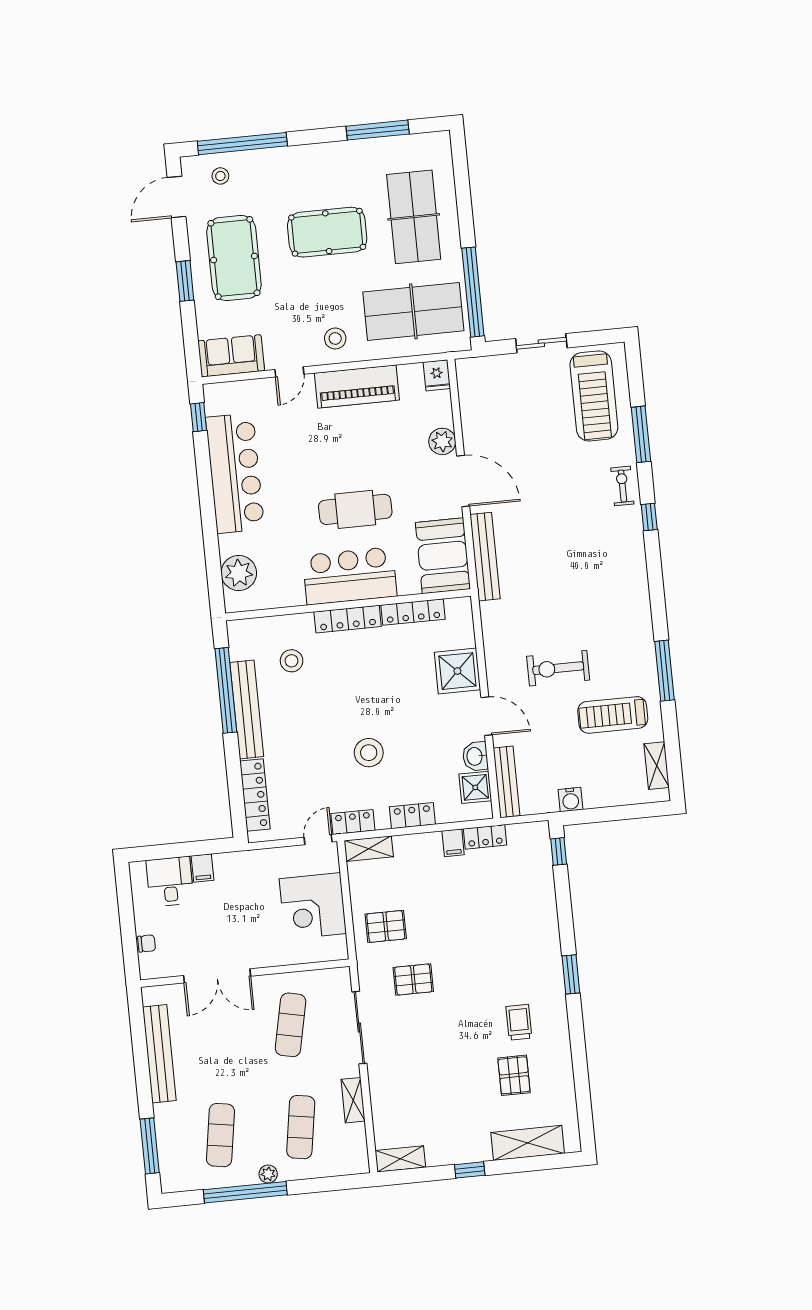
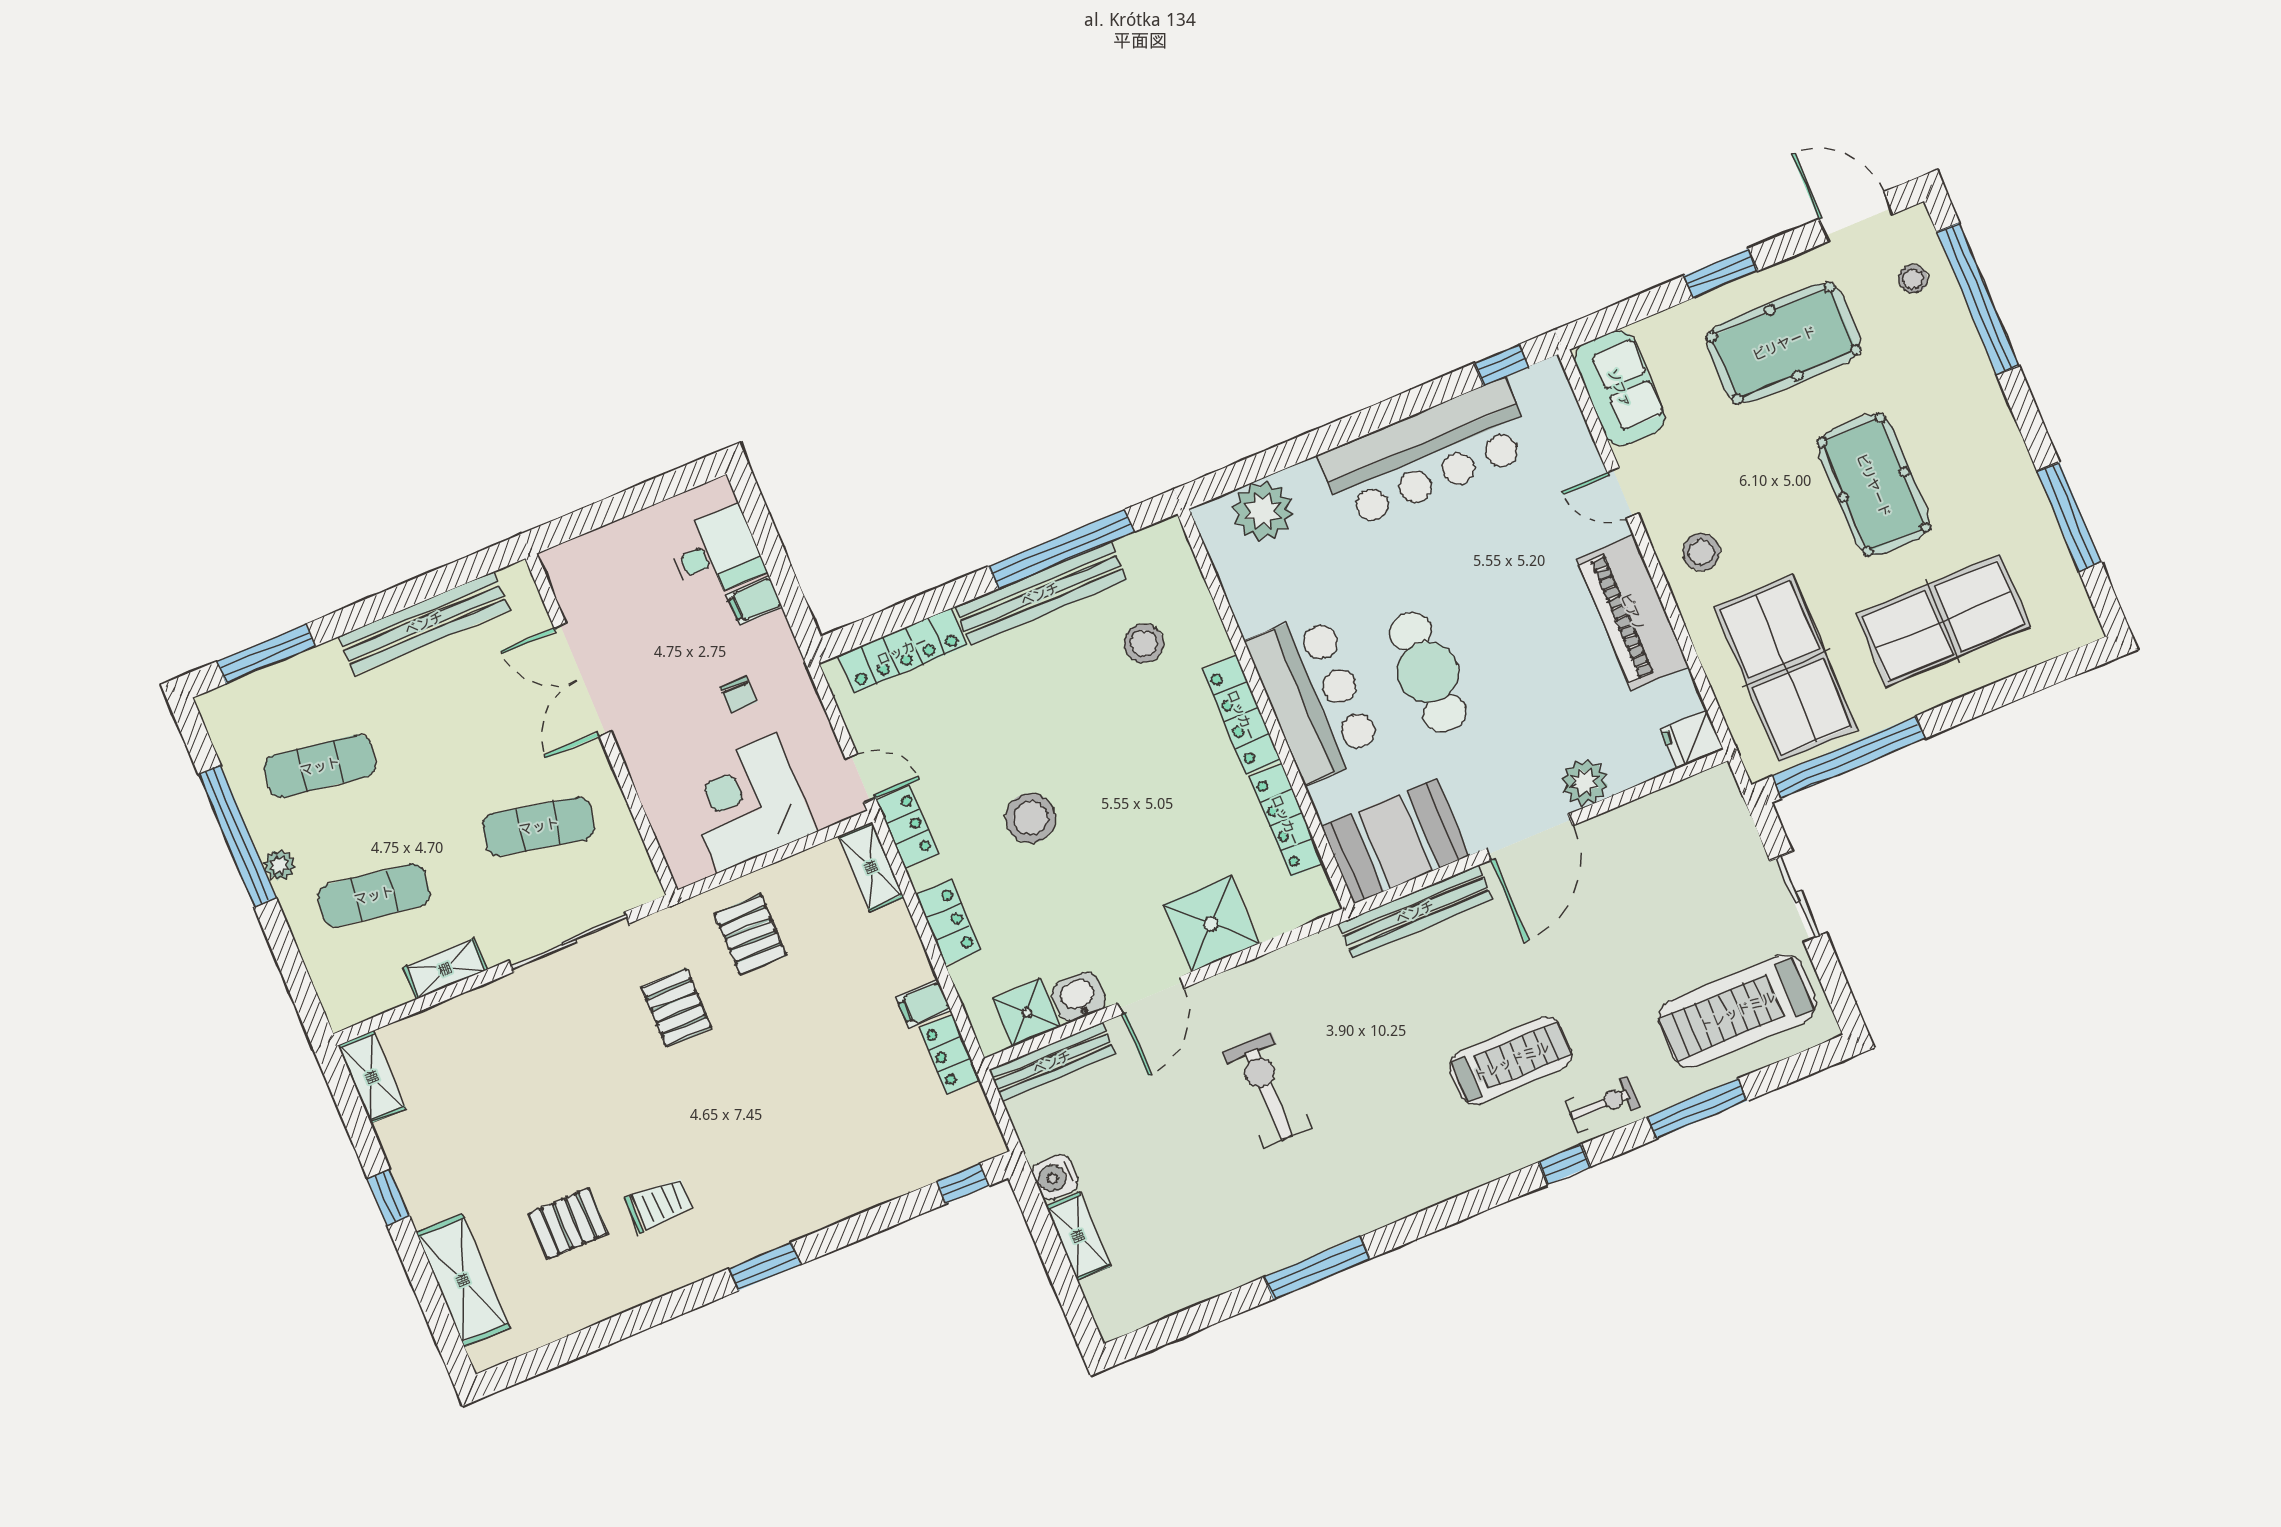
treadmill: (613, 715) -> (1511, 1061), moved, turned 90
shelving: (657, 766) -> (1078, 1236), moved, turned 90
chair: (147, 943) -> (738, 695), moved

